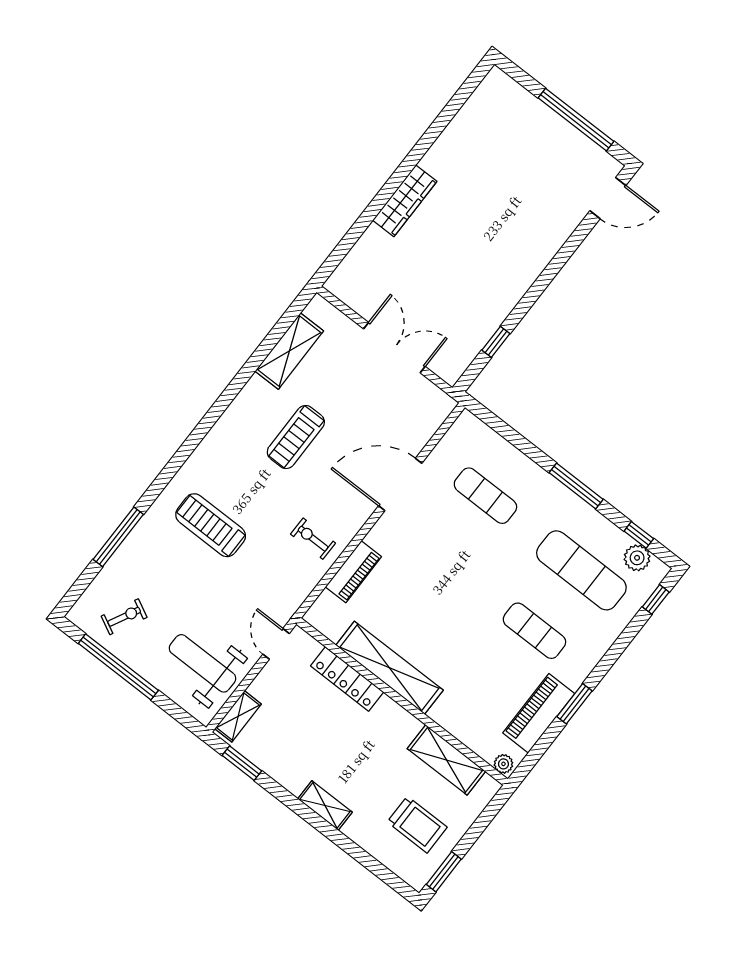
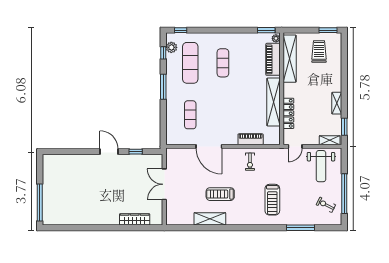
window: (576, 120) -> (40, 203), moved
door: (608, 198) -> (109, 152), moved
wardrobe: (405, 201) -> (135, 219), moved
shelving: (289, 351) -> (210, 219), moved
treadmill: (296, 437) -> (220, 194), turned 180
window: (574, 704) -> (266, 30), moved
piano: (539, 713) -> (273, 59), moved, turned 90
shelving: (446, 760) -> (290, 59), width x1.47
shelving: (325, 806) -> (337, 103), moved

